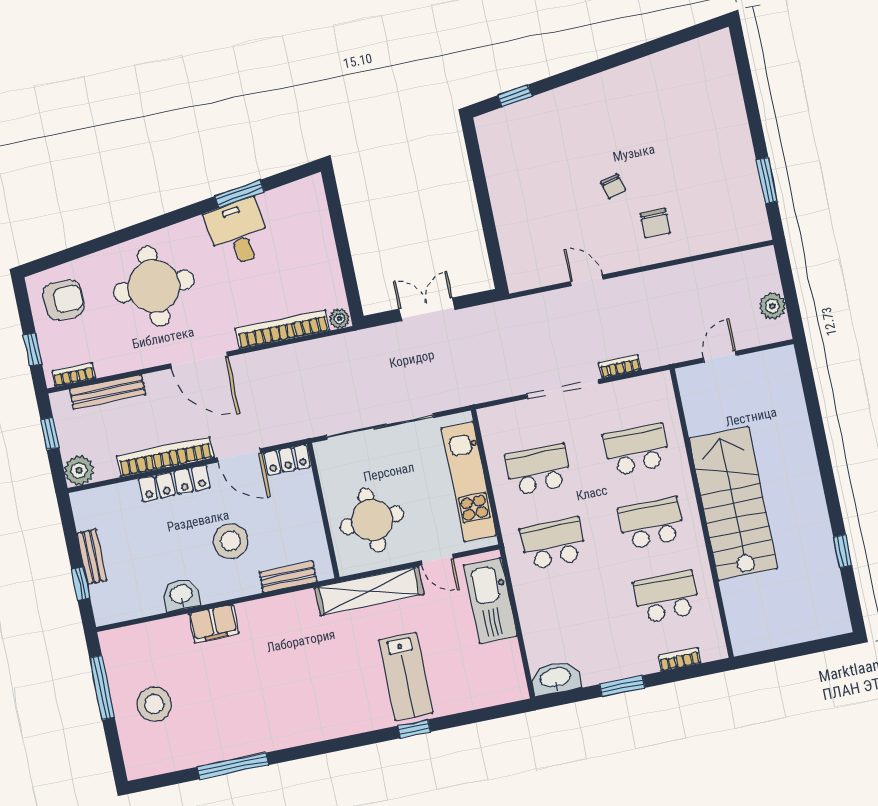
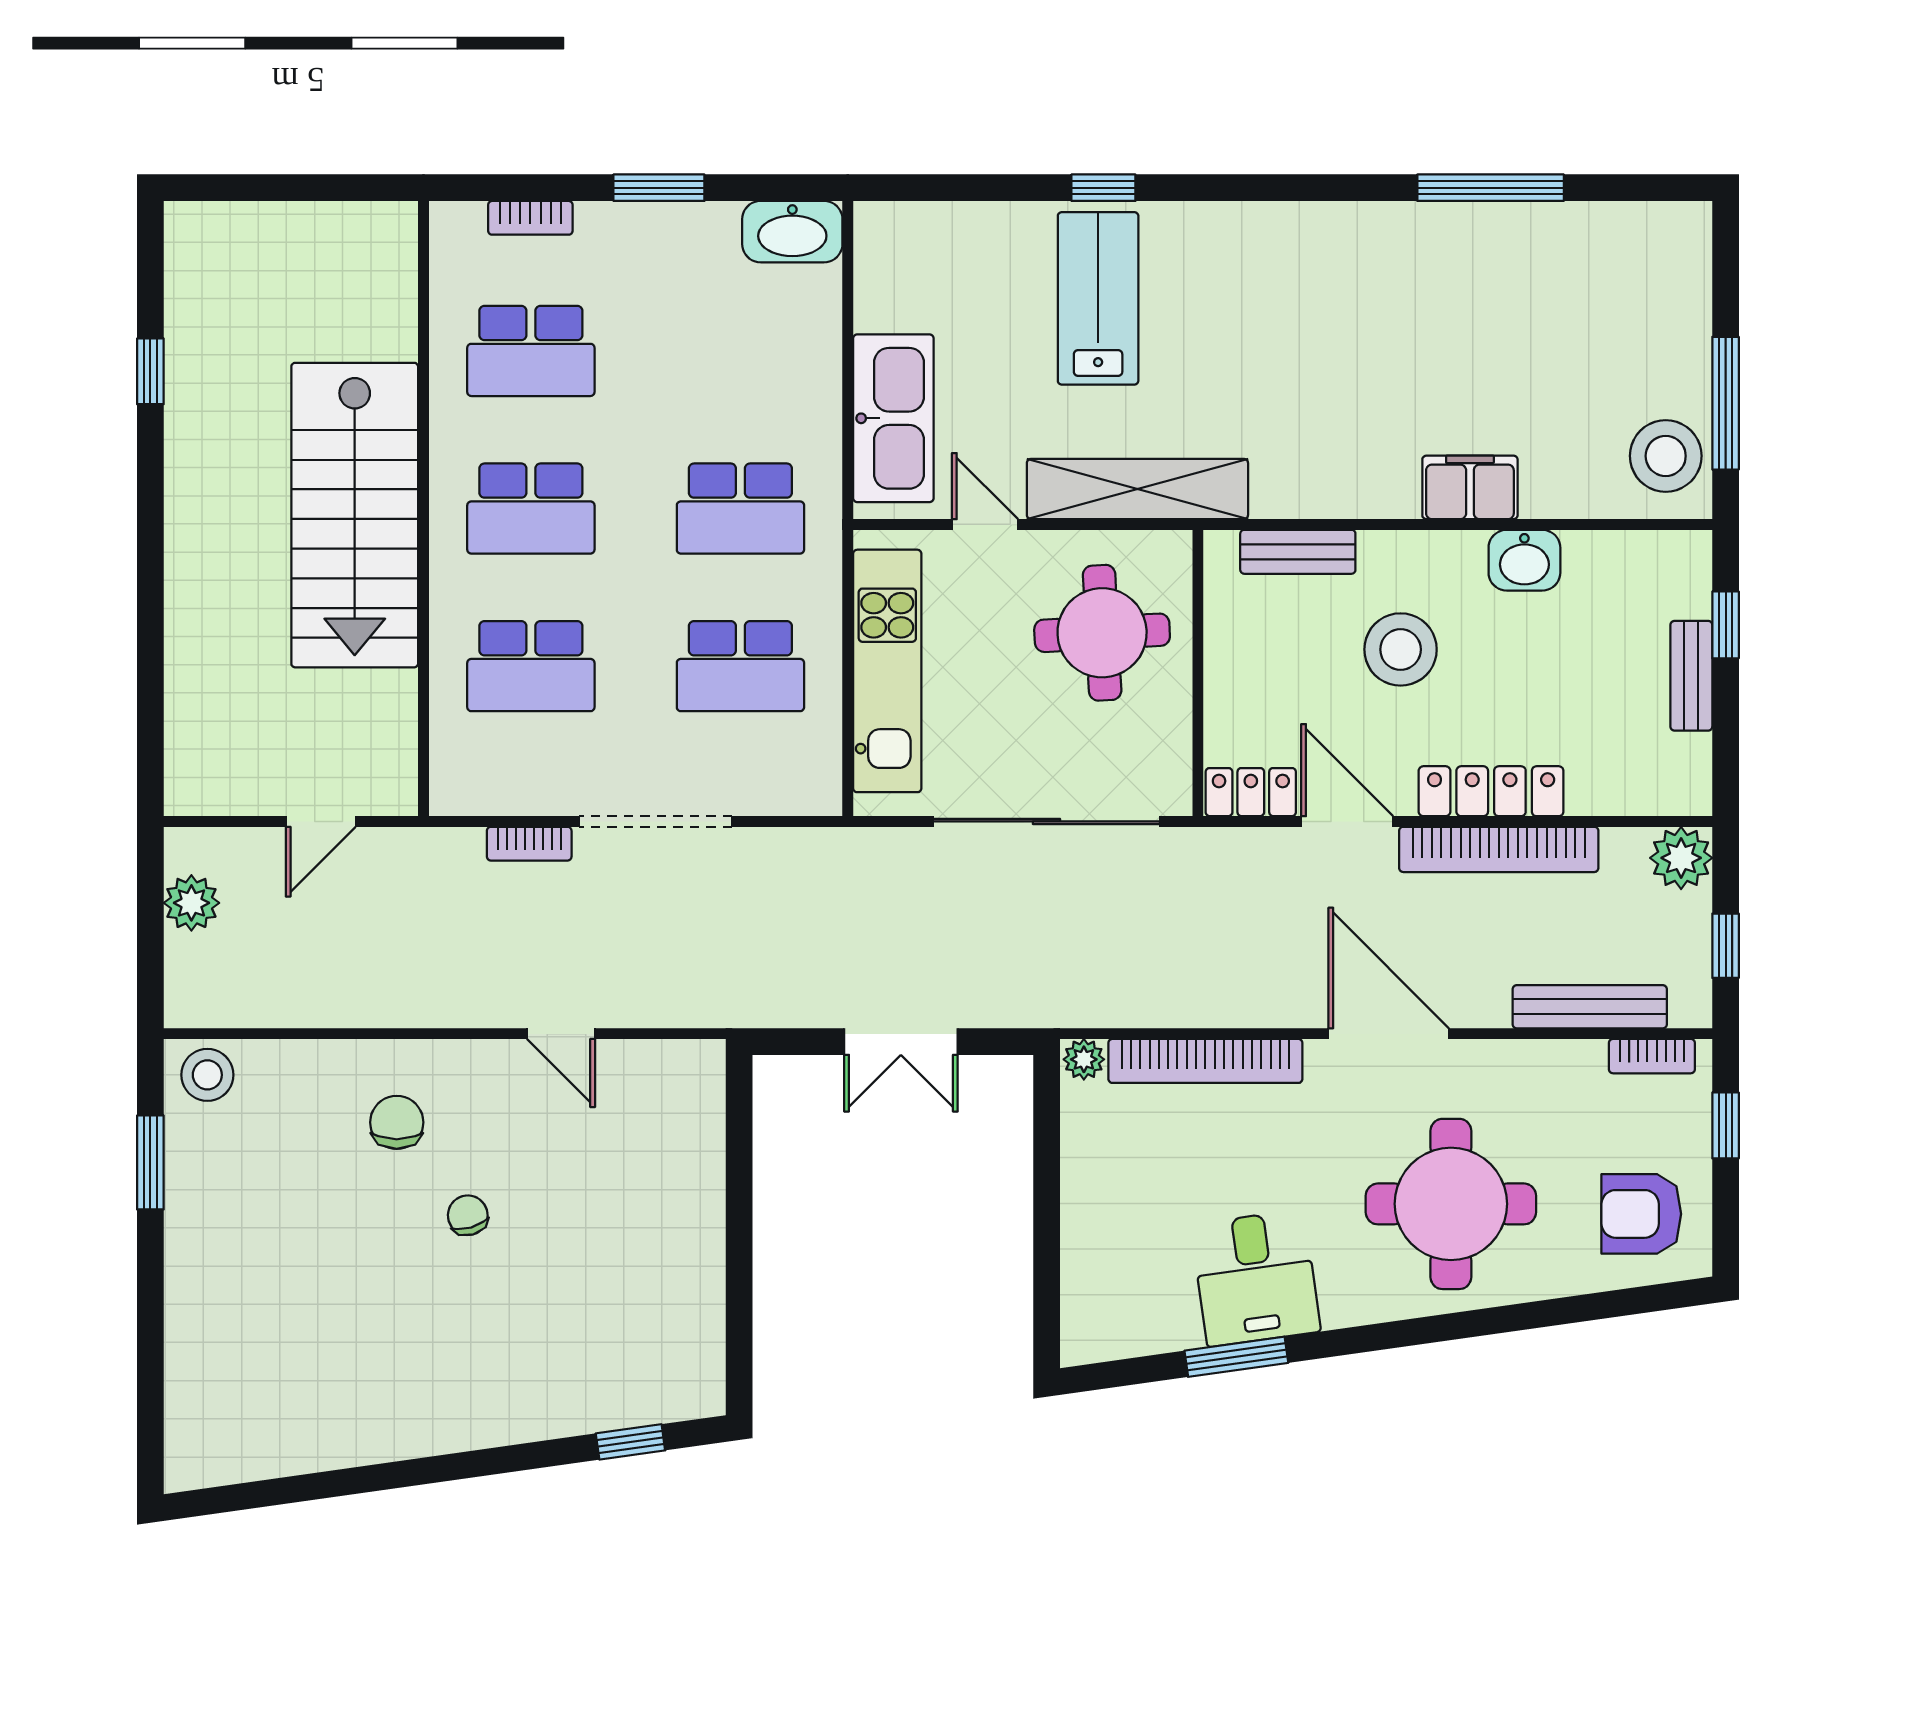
stool: (748, 227) -> (207, 1075), added
stool: (154, 704) -> (1666, 456), moved

